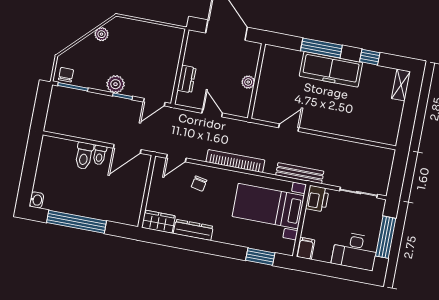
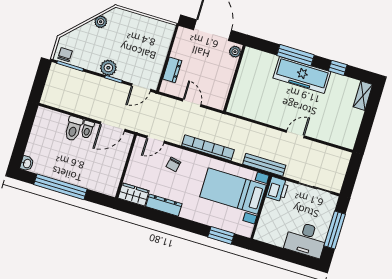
plant: (248, 82) -> (235, 52), moved
door: (289, 128) -> (295, 134), moved
filing cabinet: (305, 248) -> (262, 232), removed

